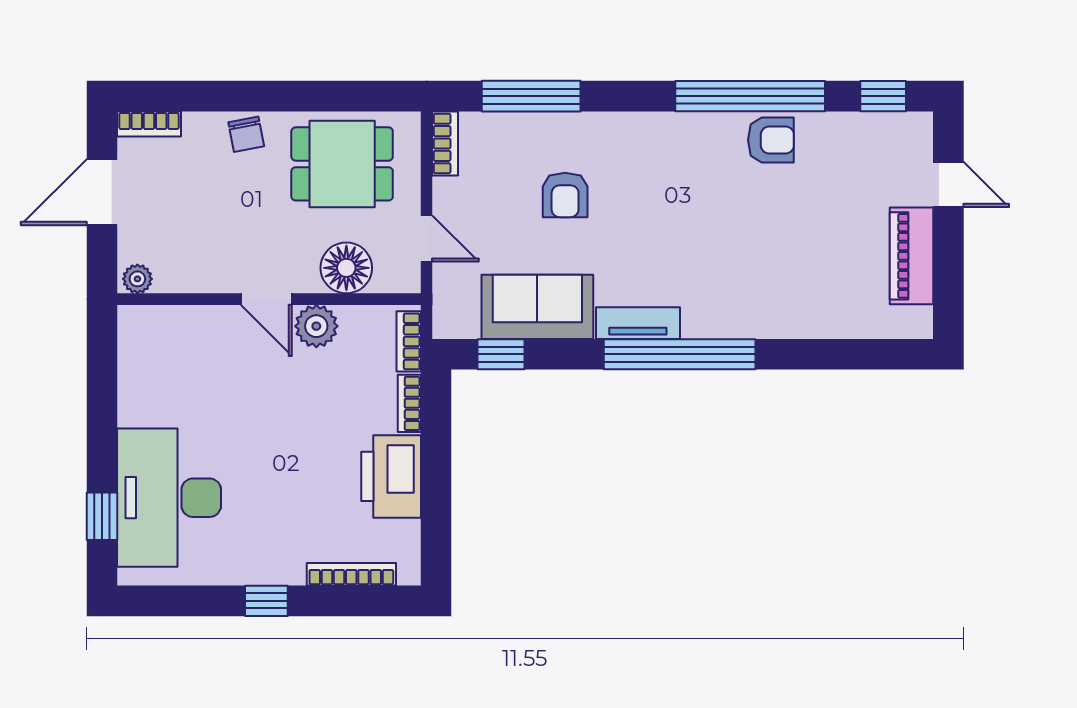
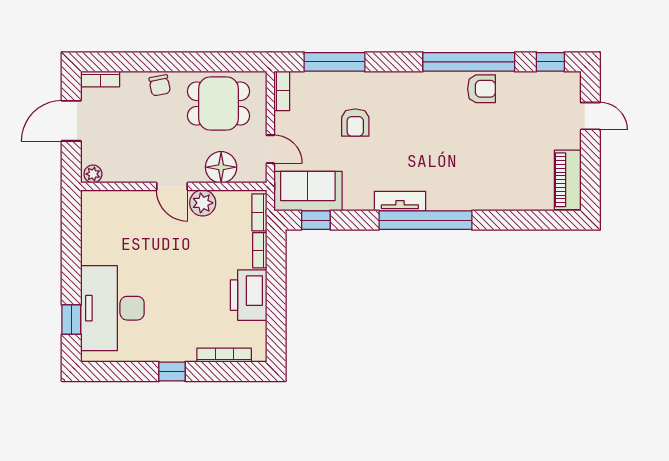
piano: (912, 256) -> (568, 180), moved
sofa: (537, 307) -> (308, 191), moved

